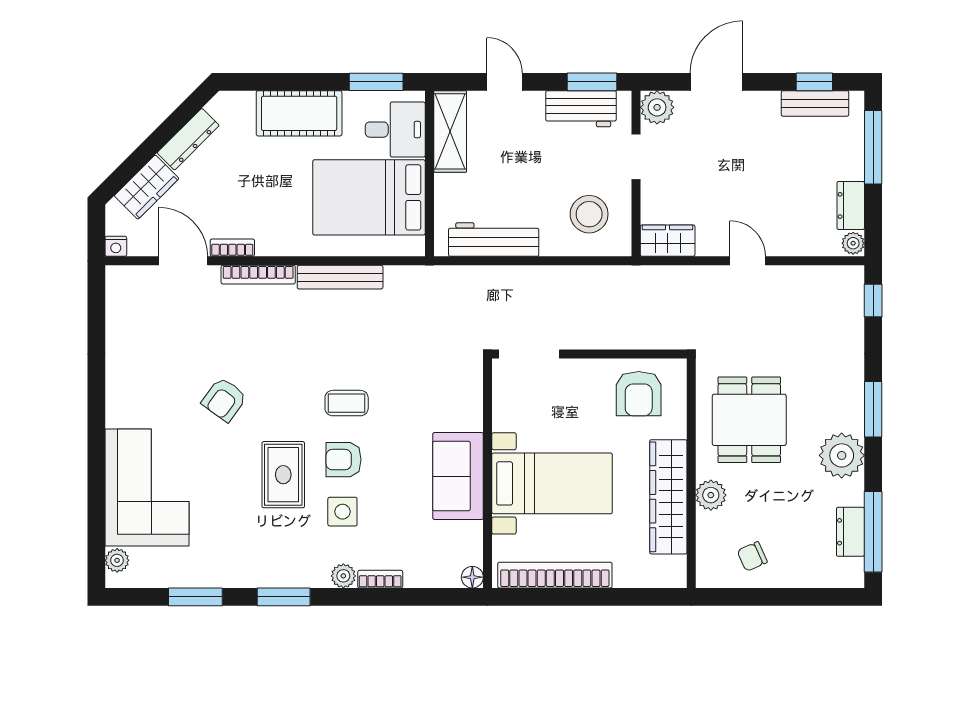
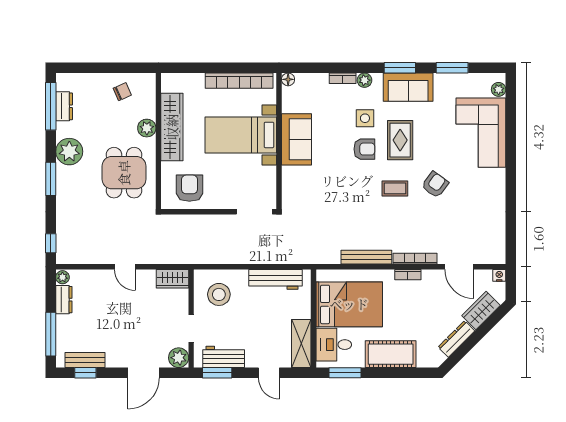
bookcase: (232, 248) -> (408, 275), moved
coffee table: (347, 403) -> (395, 188), moved
sofa: (270, 564) -> (408, 87), added

